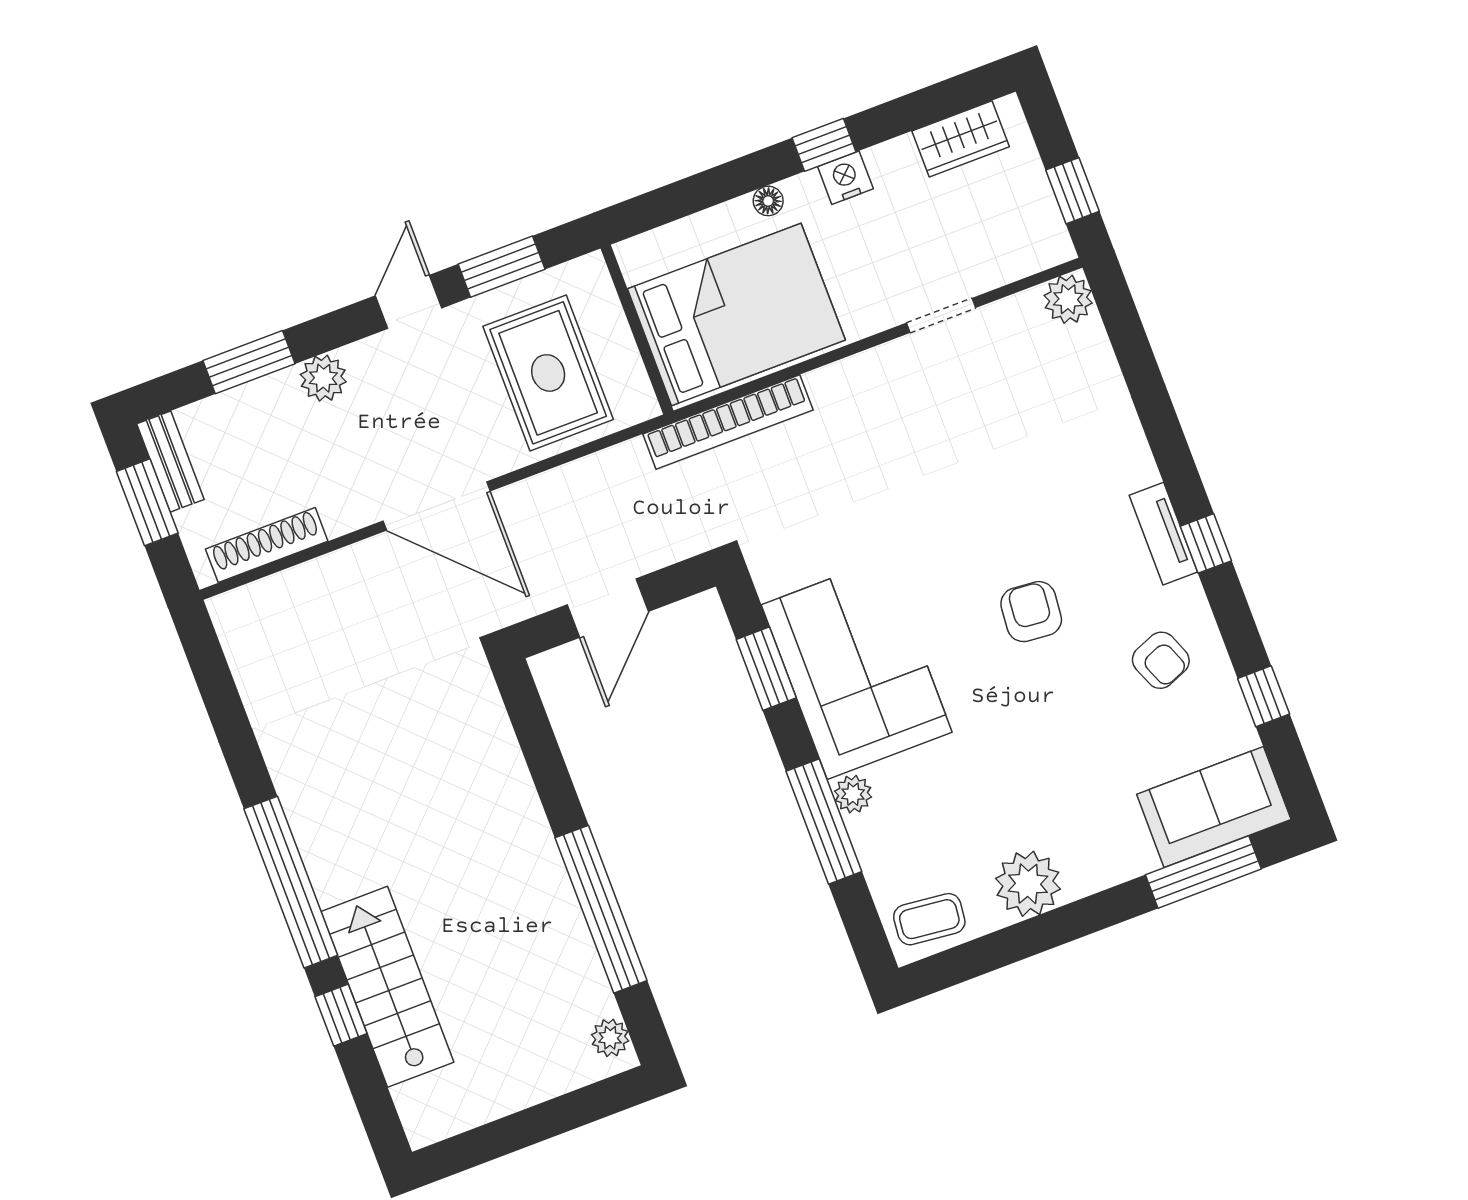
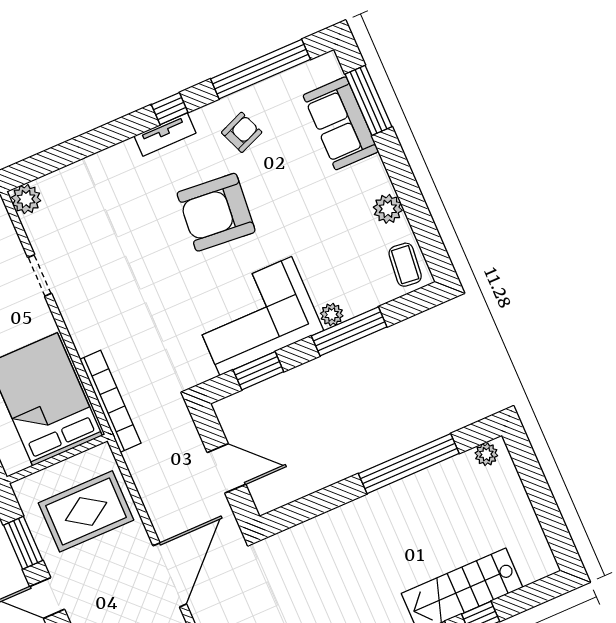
armchair: (1031, 612) -> (216, 212), width x1.88, depth x1.88
window: (1264, 696) -> (260, 69), width x3.17
sofa: (1214, 807) -> (341, 123), moved
plant: (1028, 884) -> (388, 209), width x0.73, depth x0.73

